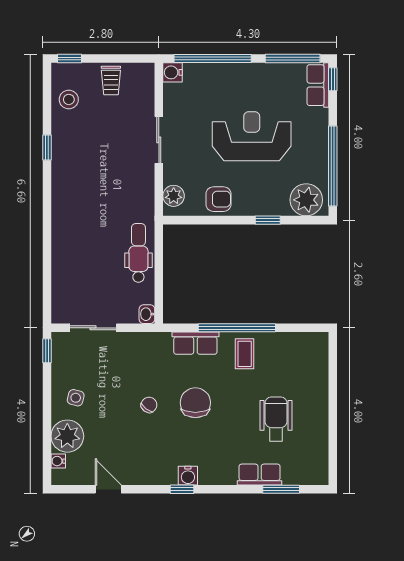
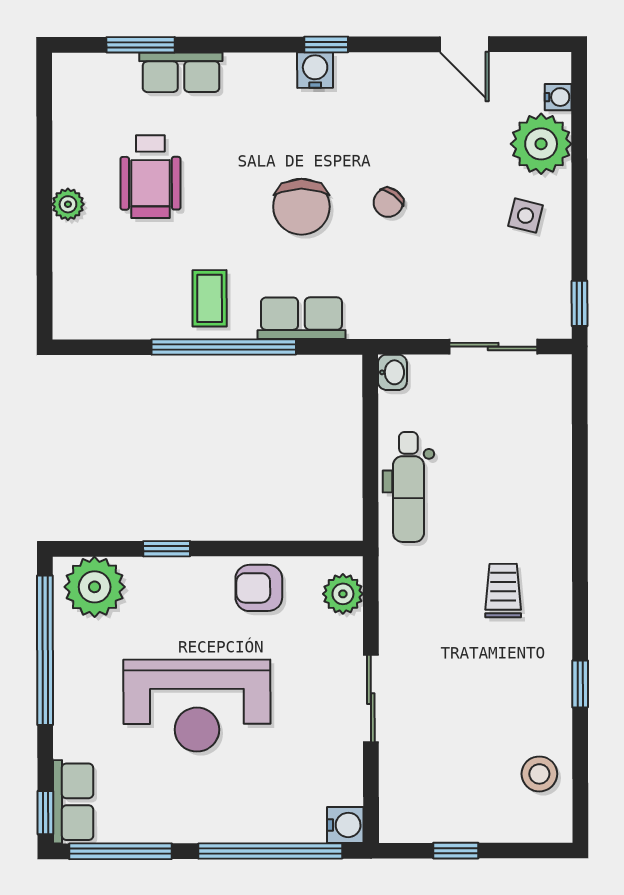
window: (69, 59) -> (456, 851), moved
trolley: (111, 80) -> (503, 591), moved
plant: (320, 404) -> (68, 204), added

